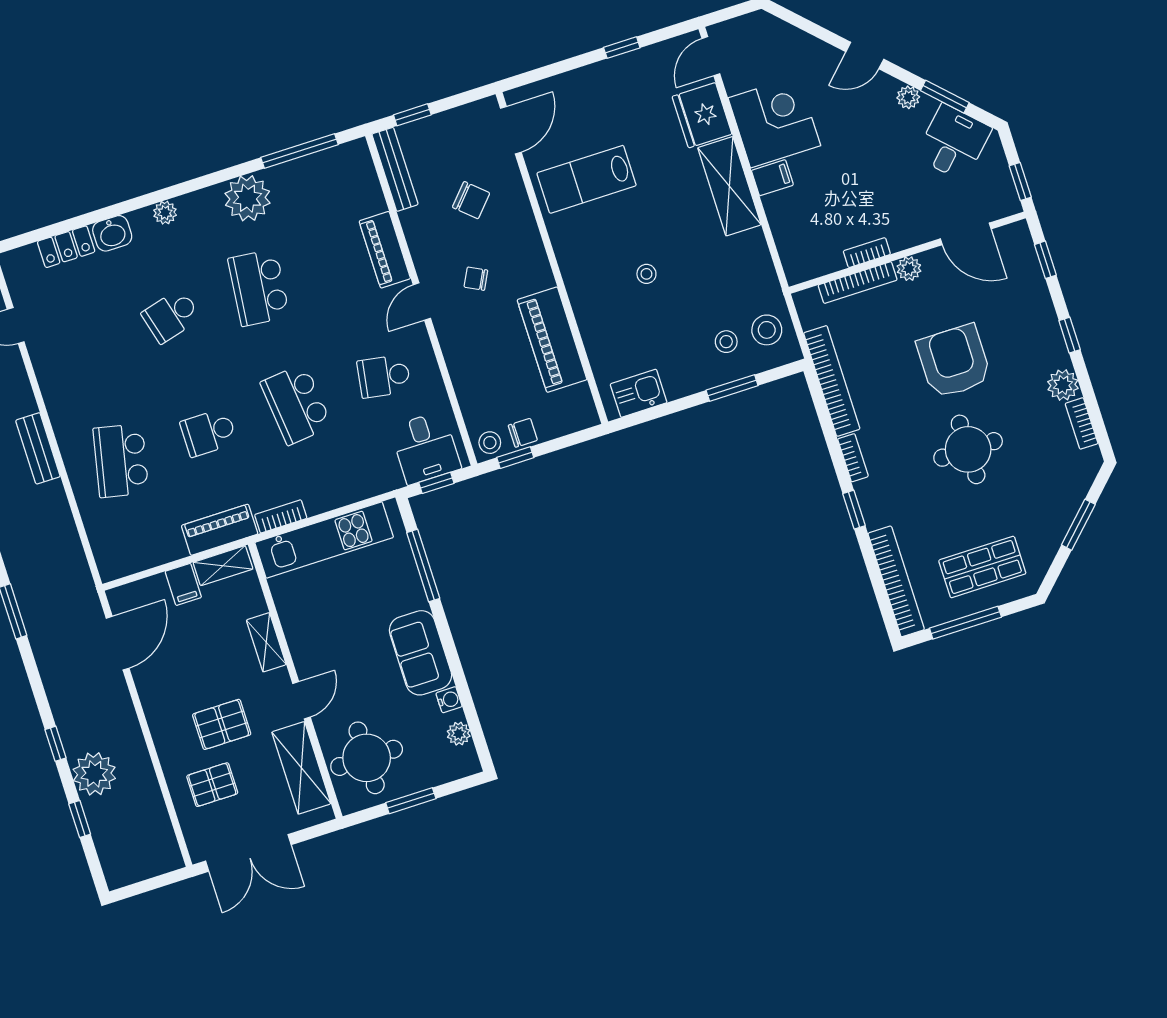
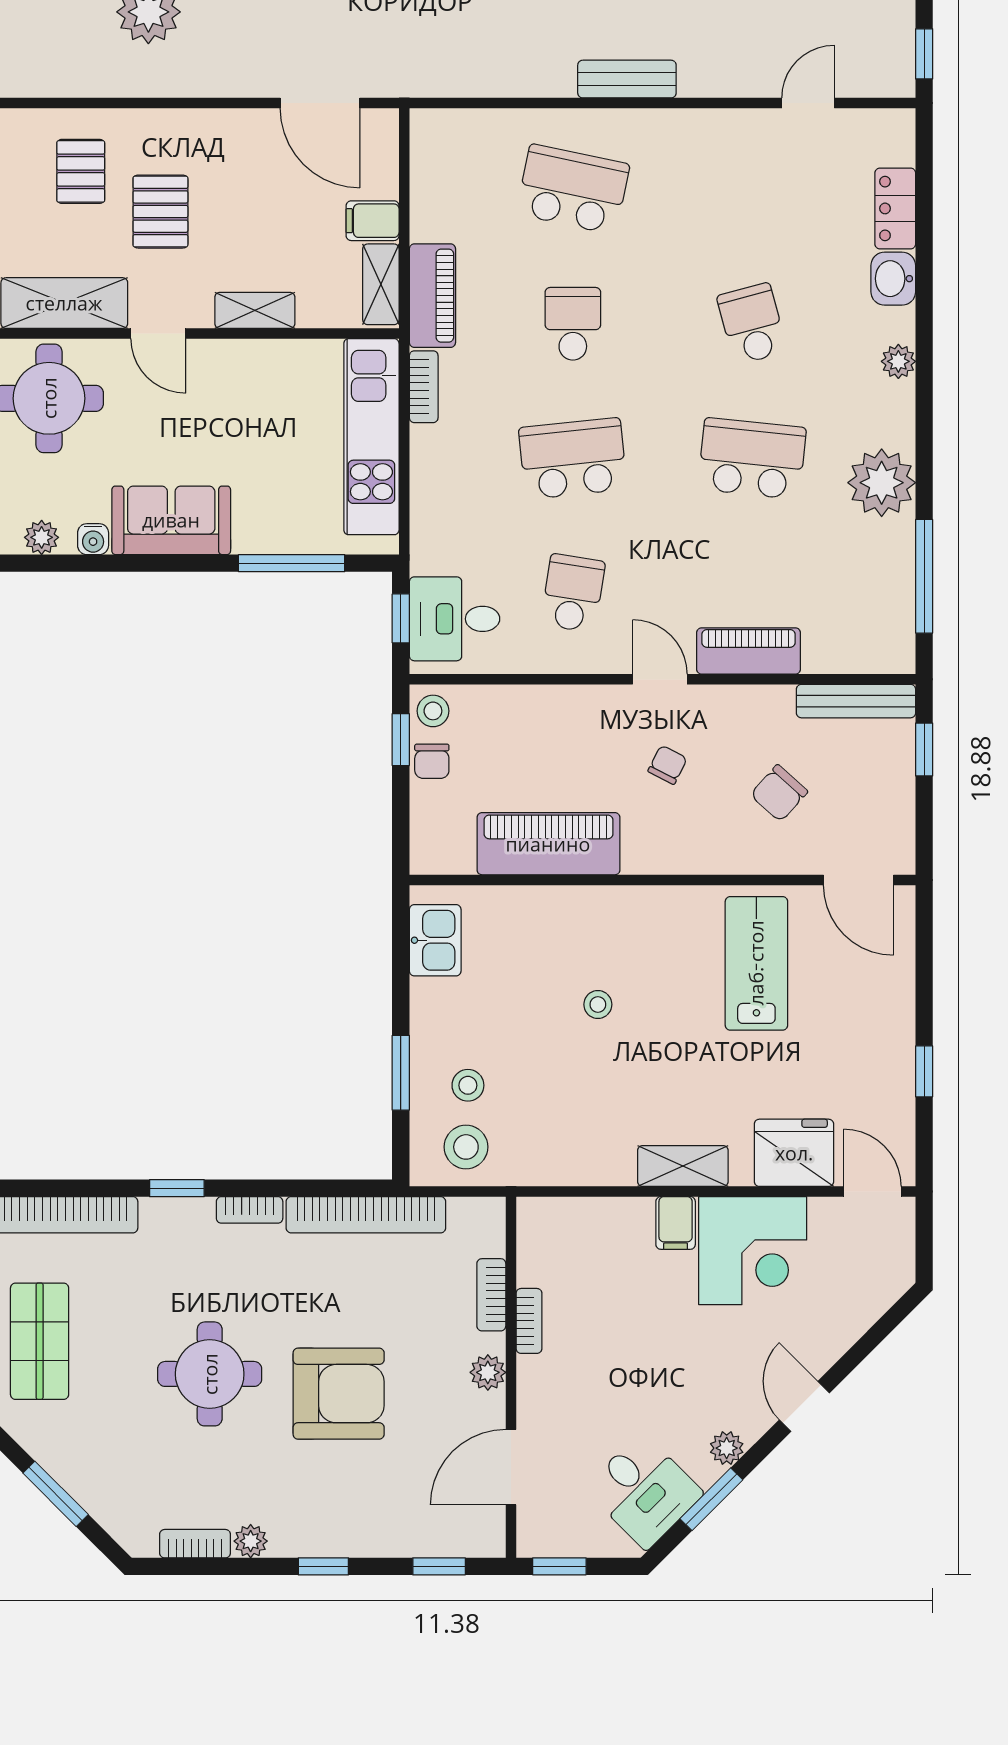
shelving: (729, 186) -> (683, 1166), width x0.67, depth x0.75
bookcase: (858, 283) -> (491, 1295), width x0.64
plant: (1063, 385) -> (251, 1541), width x0.73, depth x0.73

